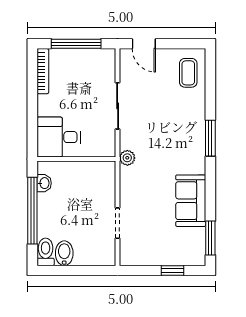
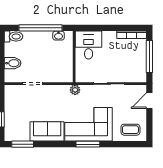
corner sofa: (180, 137) -> (88, 124), added
bidet: (64, 253) -> (13, 63), moved

